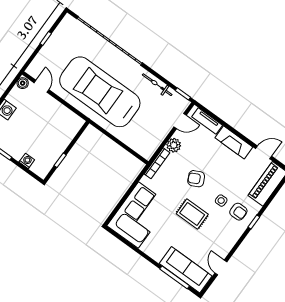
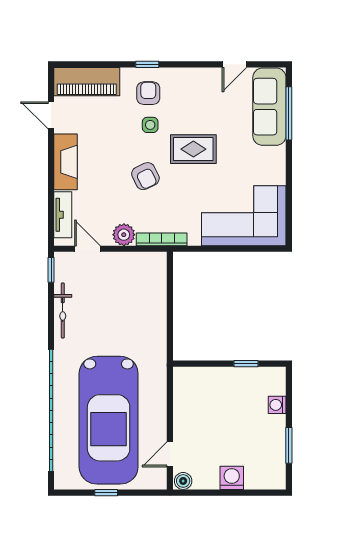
car: (100, 92) -> (109, 420), moved
rug: (192, 214) -> (193, 149), turned 90

